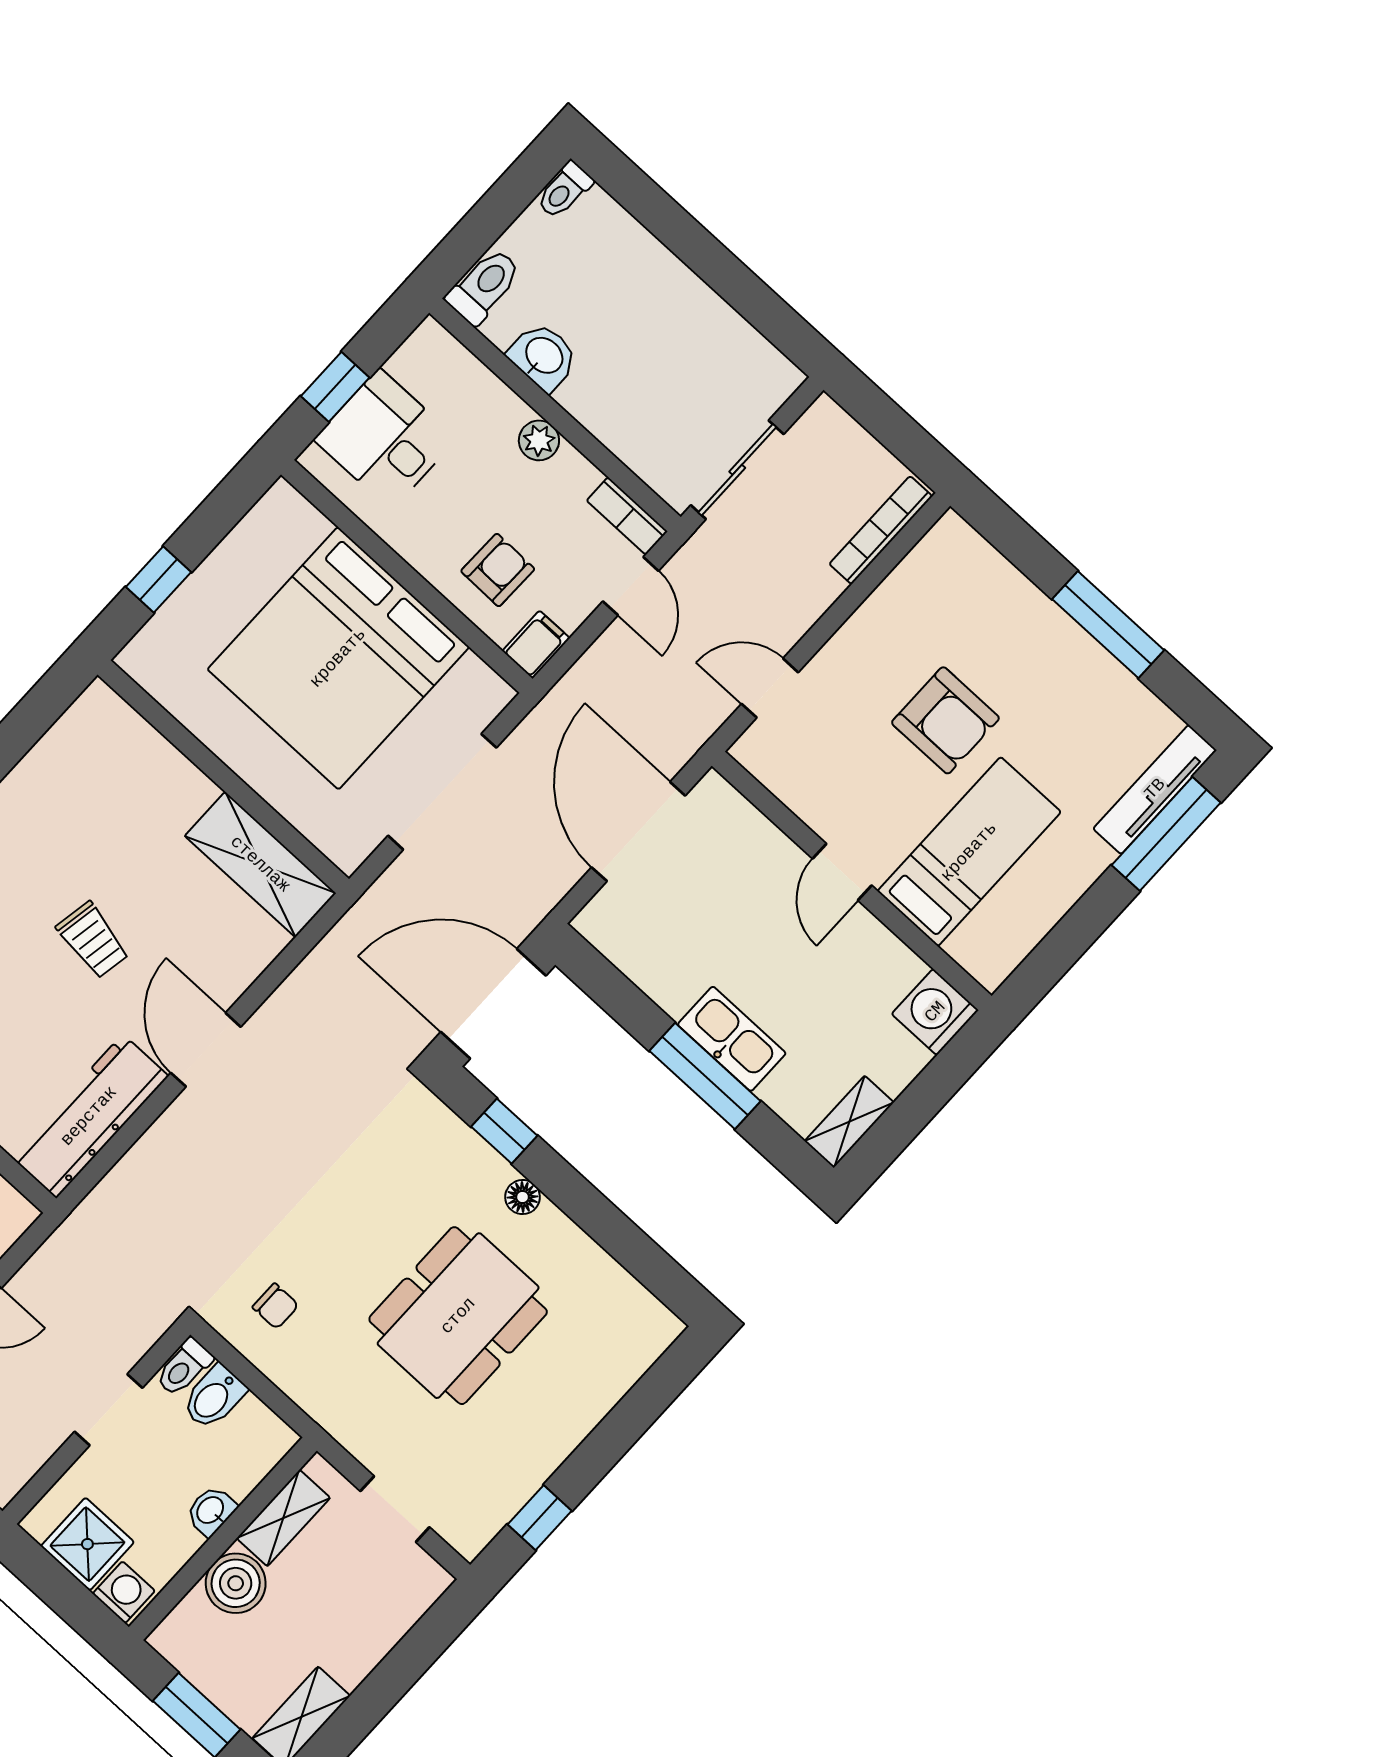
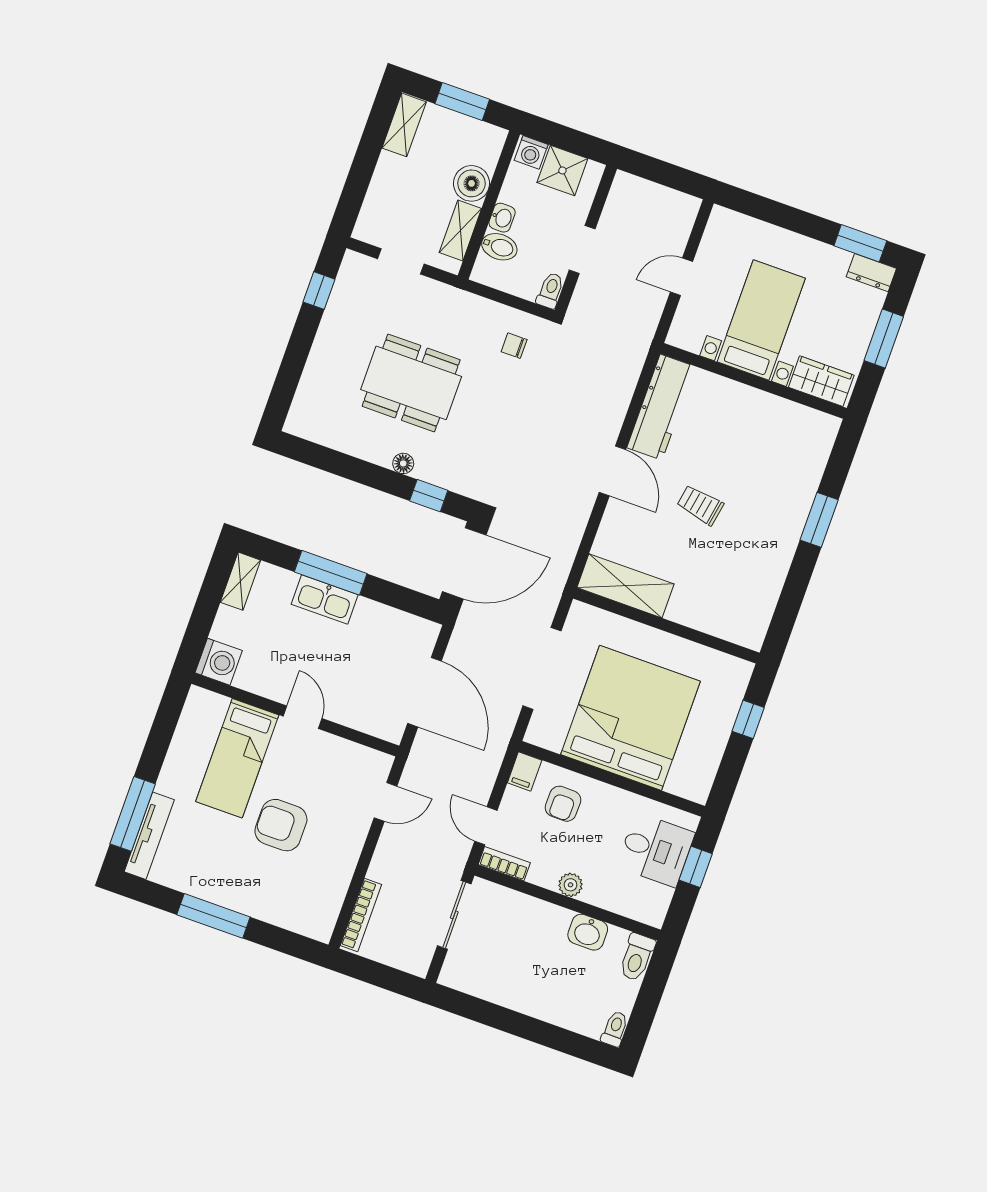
dining table: (458, 1316) -> (411, 383), turned 90
bidet: (214, 1397) -> (499, 247), moved, turned 90

